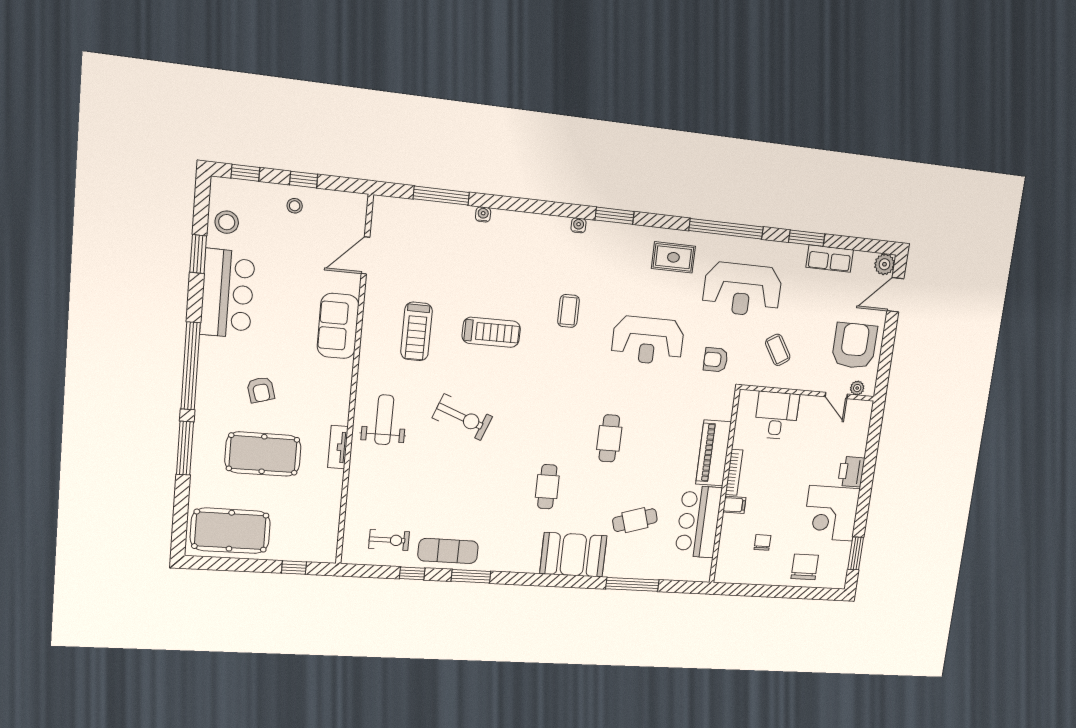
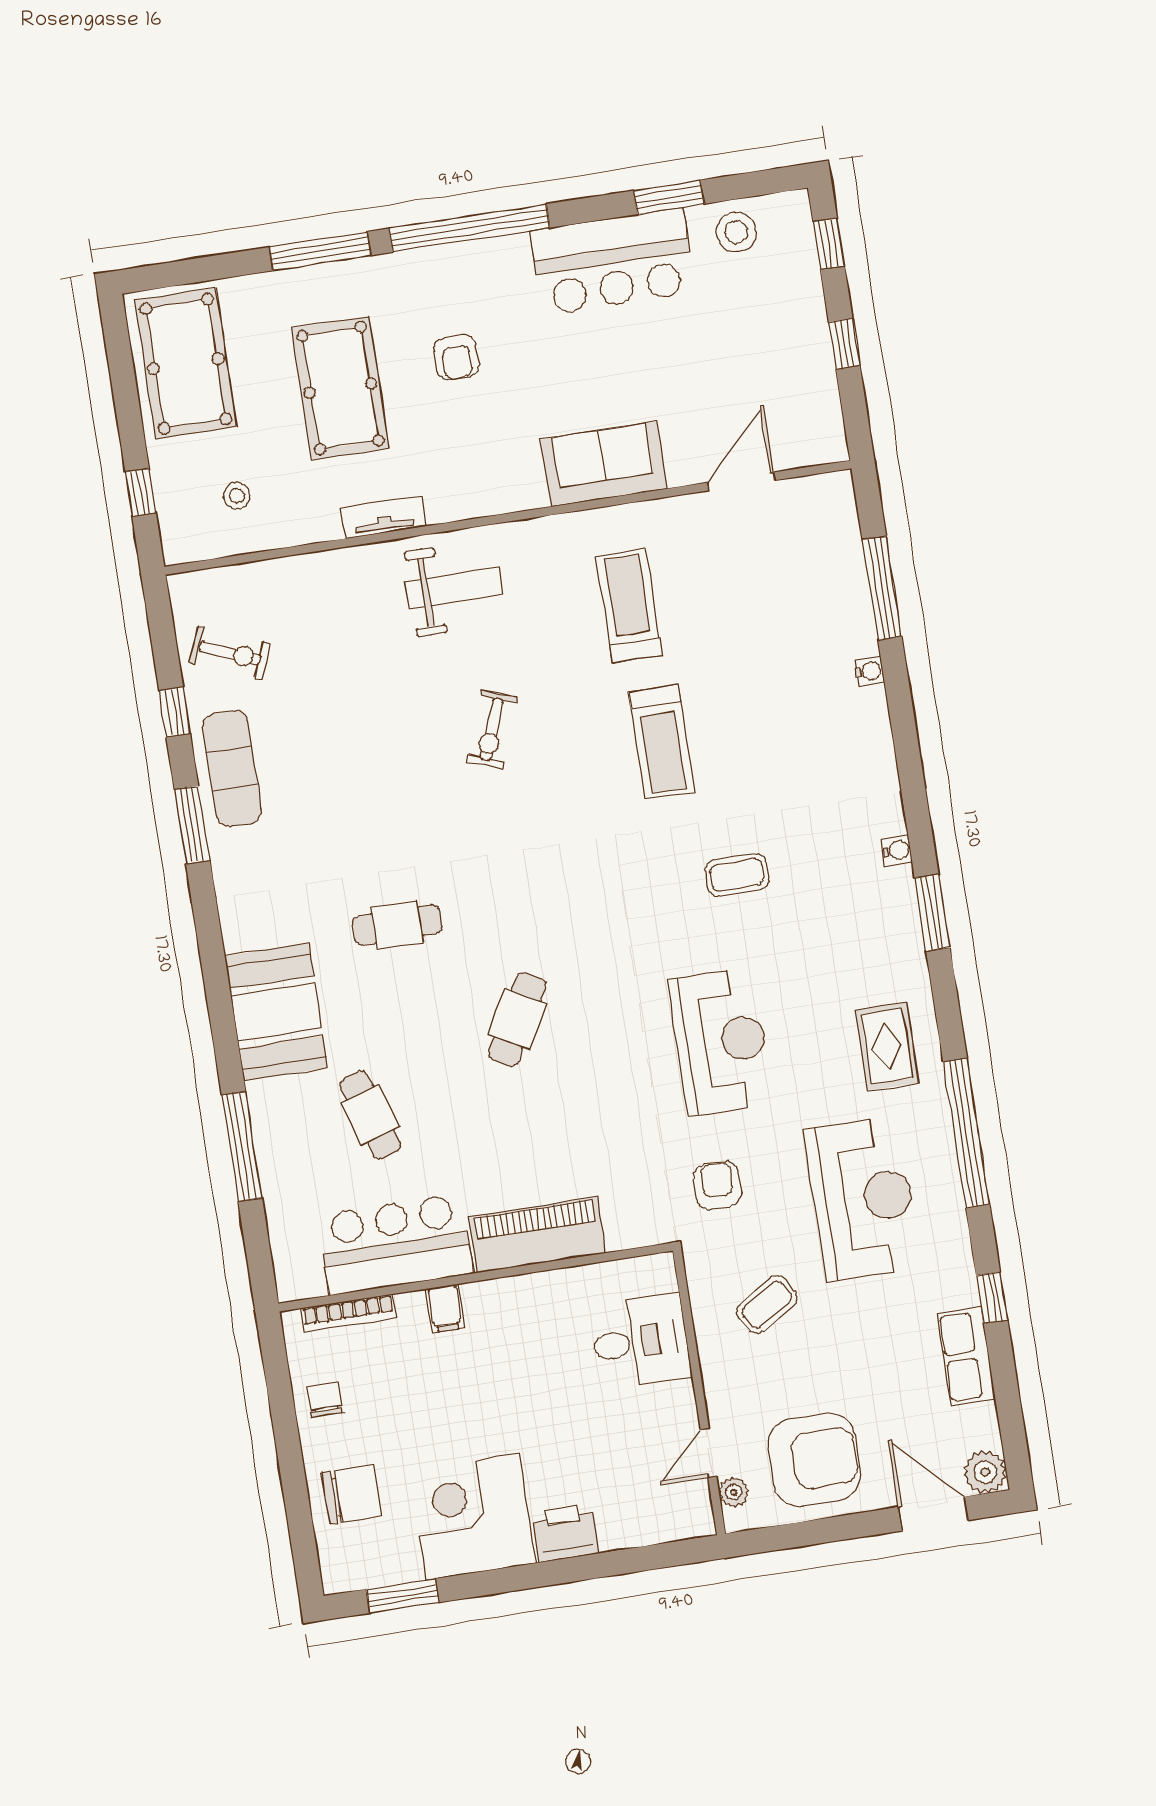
stool: (295, 206) -> (237, 496), moved
window: (807, 238) -> (992, 1298), width x0.67
door: (365, 255) -> (741, 481), hinge flipped
reception desk: (742, 289) -> (863, 1199), turned 180
treadmill: (417, 331) -> (629, 606), turned 90
reception desk: (648, 340) -> (720, 1041), turned 180
armchair: (261, 390) -> (456, 357), turned -74
exercise bike: (462, 417) -> (492, 730), width x0.73, depth x0.72
cafe table: (609, 438) -> (517, 1019), turned -61
bookcase: (734, 472) -> (348, 1313), moved
exercise bike: (389, 540) -> (230, 653), turned -68
chair: (762, 542) -> (325, 1399), moved, turned -90

